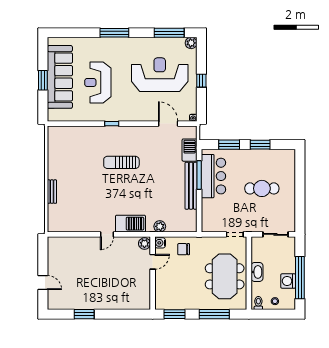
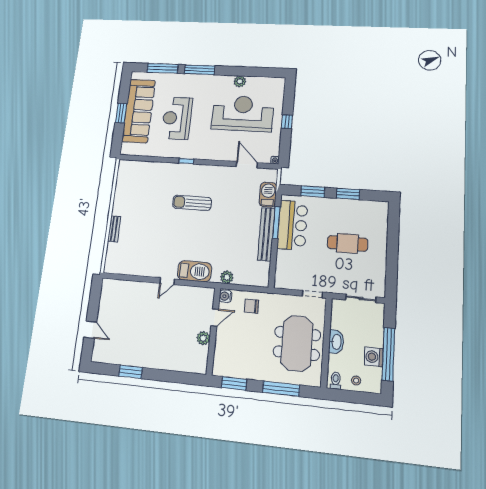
window: (169, 33) -> (163, 68), moved
plant: (191, 43) -> (240, 81), moved
plant: (144, 244) -> (203, 338), moved

